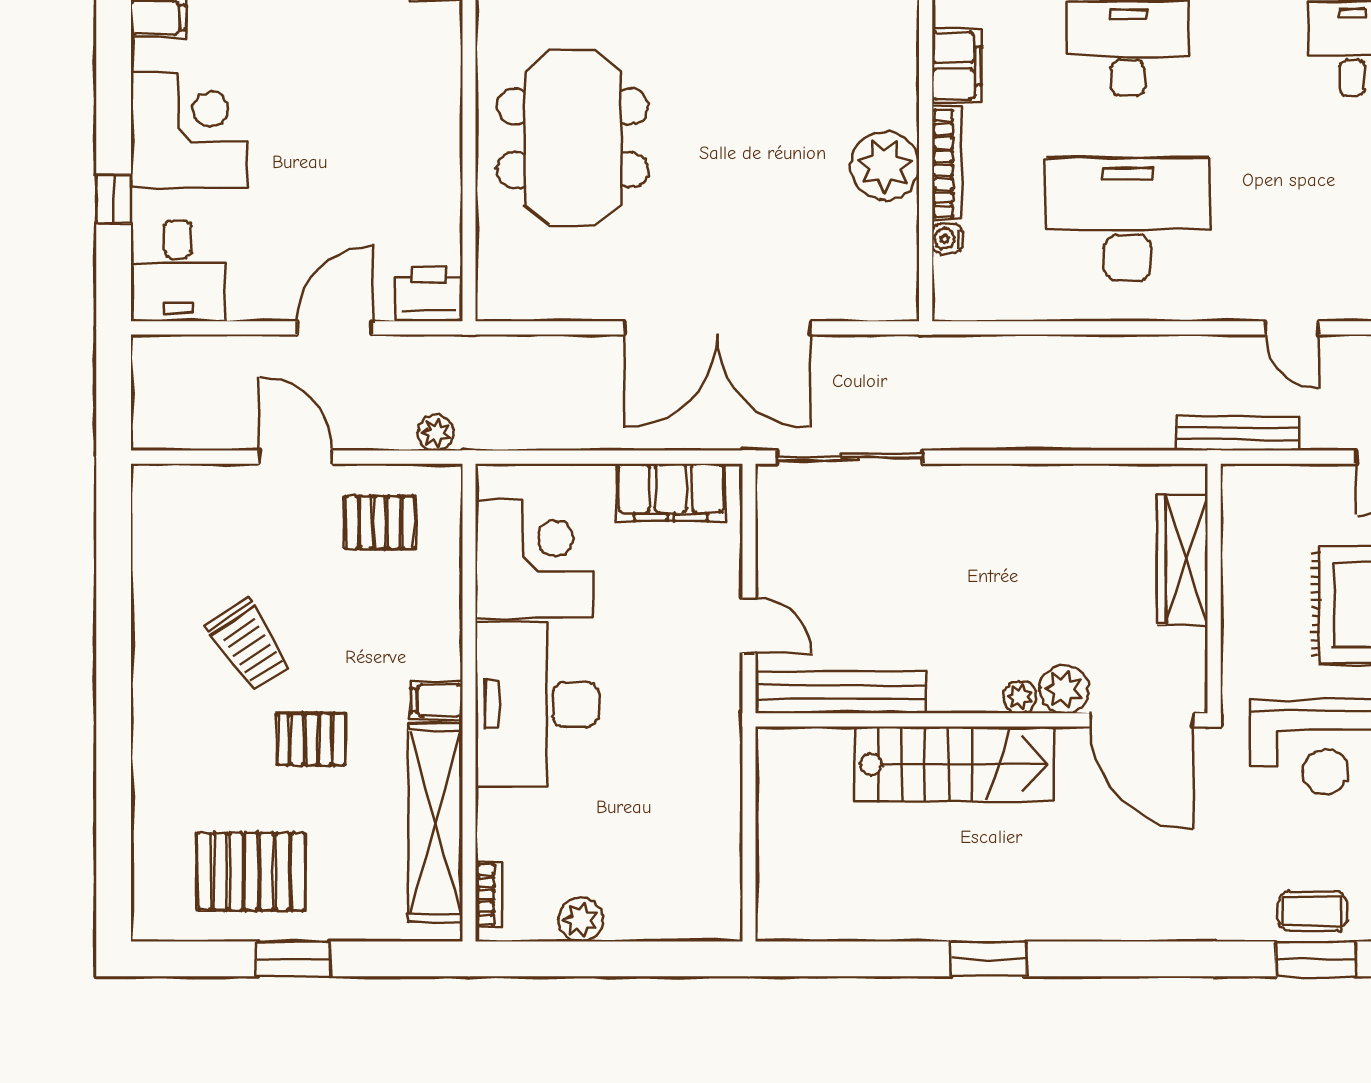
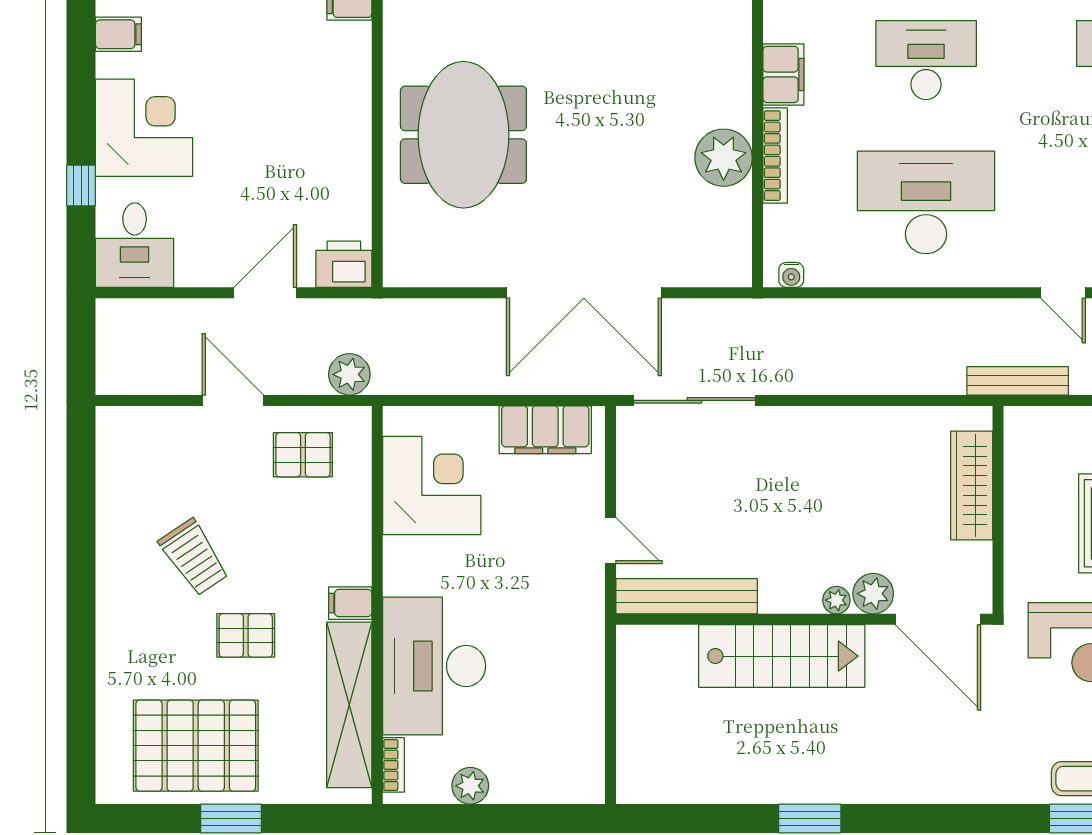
water cooler: (947, 239) -> (791, 275), moved, turned -90
plant: (436, 433) -> (349, 374), width x1.38, depth x1.38
desk: (537, 704) -> (434, 666), moved
pallet: (251, 871) -> (196, 746), width x1.37, depth x1.41

